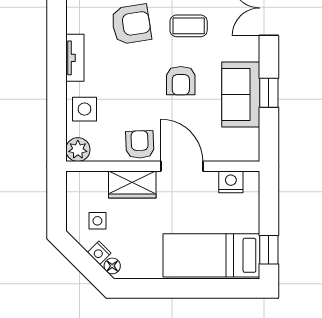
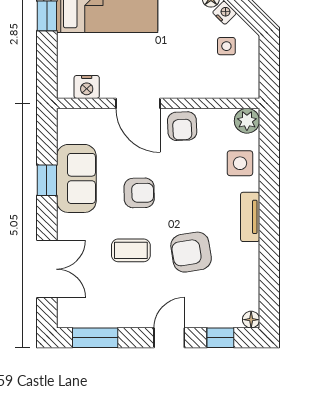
armchair: (181, 81) -> (139, 193), turned 89
wardrobe: (132, 185) -> (190, 84), removed

